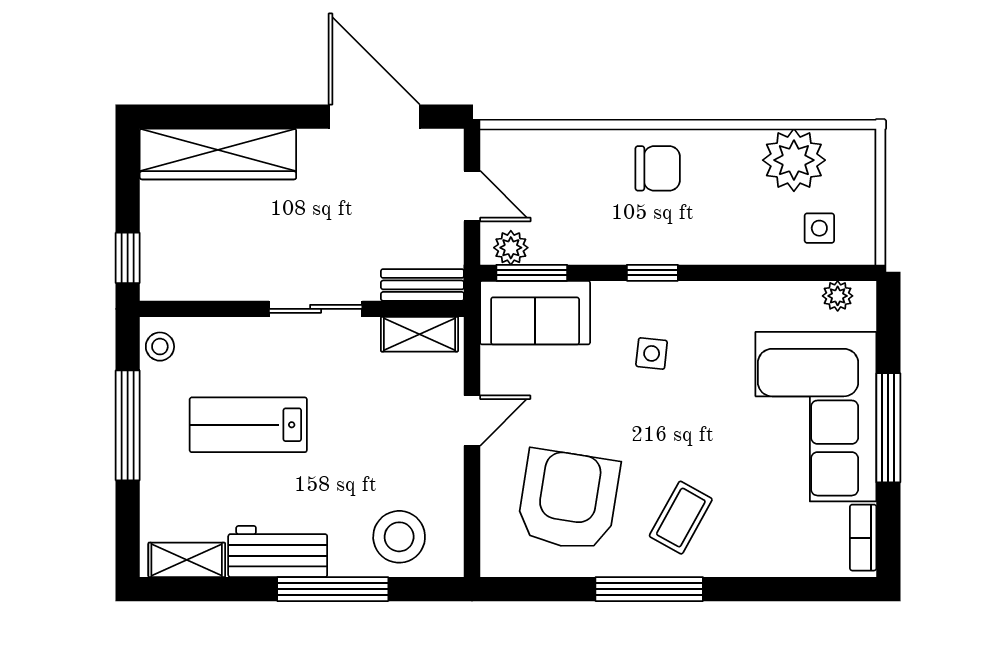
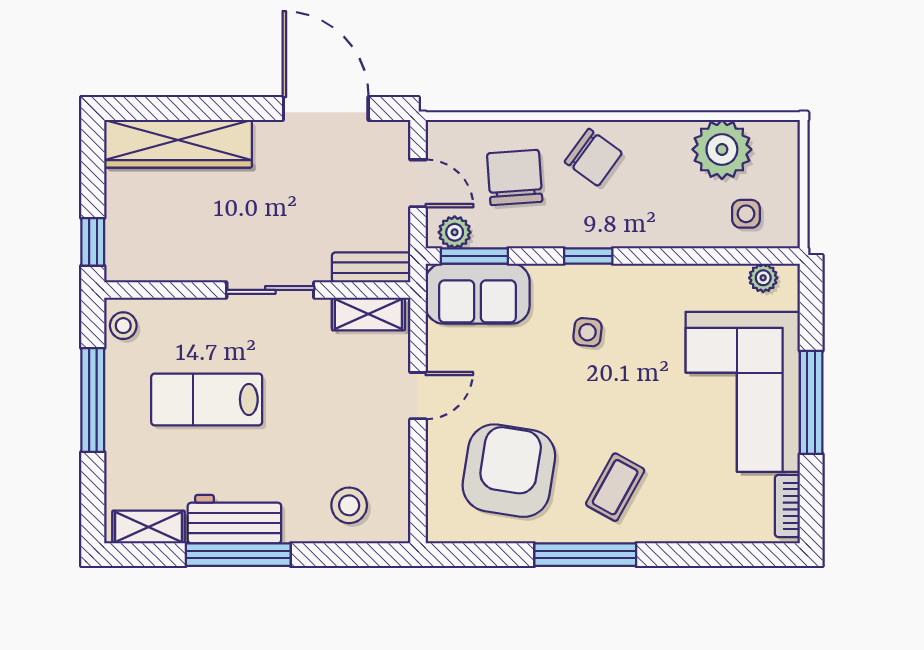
chair: (658, 168) -> (593, 157), turned 36
chair: (574, 190) -> (515, 178), added
stool: (399, 537) -> (349, 505), width x0.73, depth x0.73
window: (333, 589) -> (238, 555), moved

